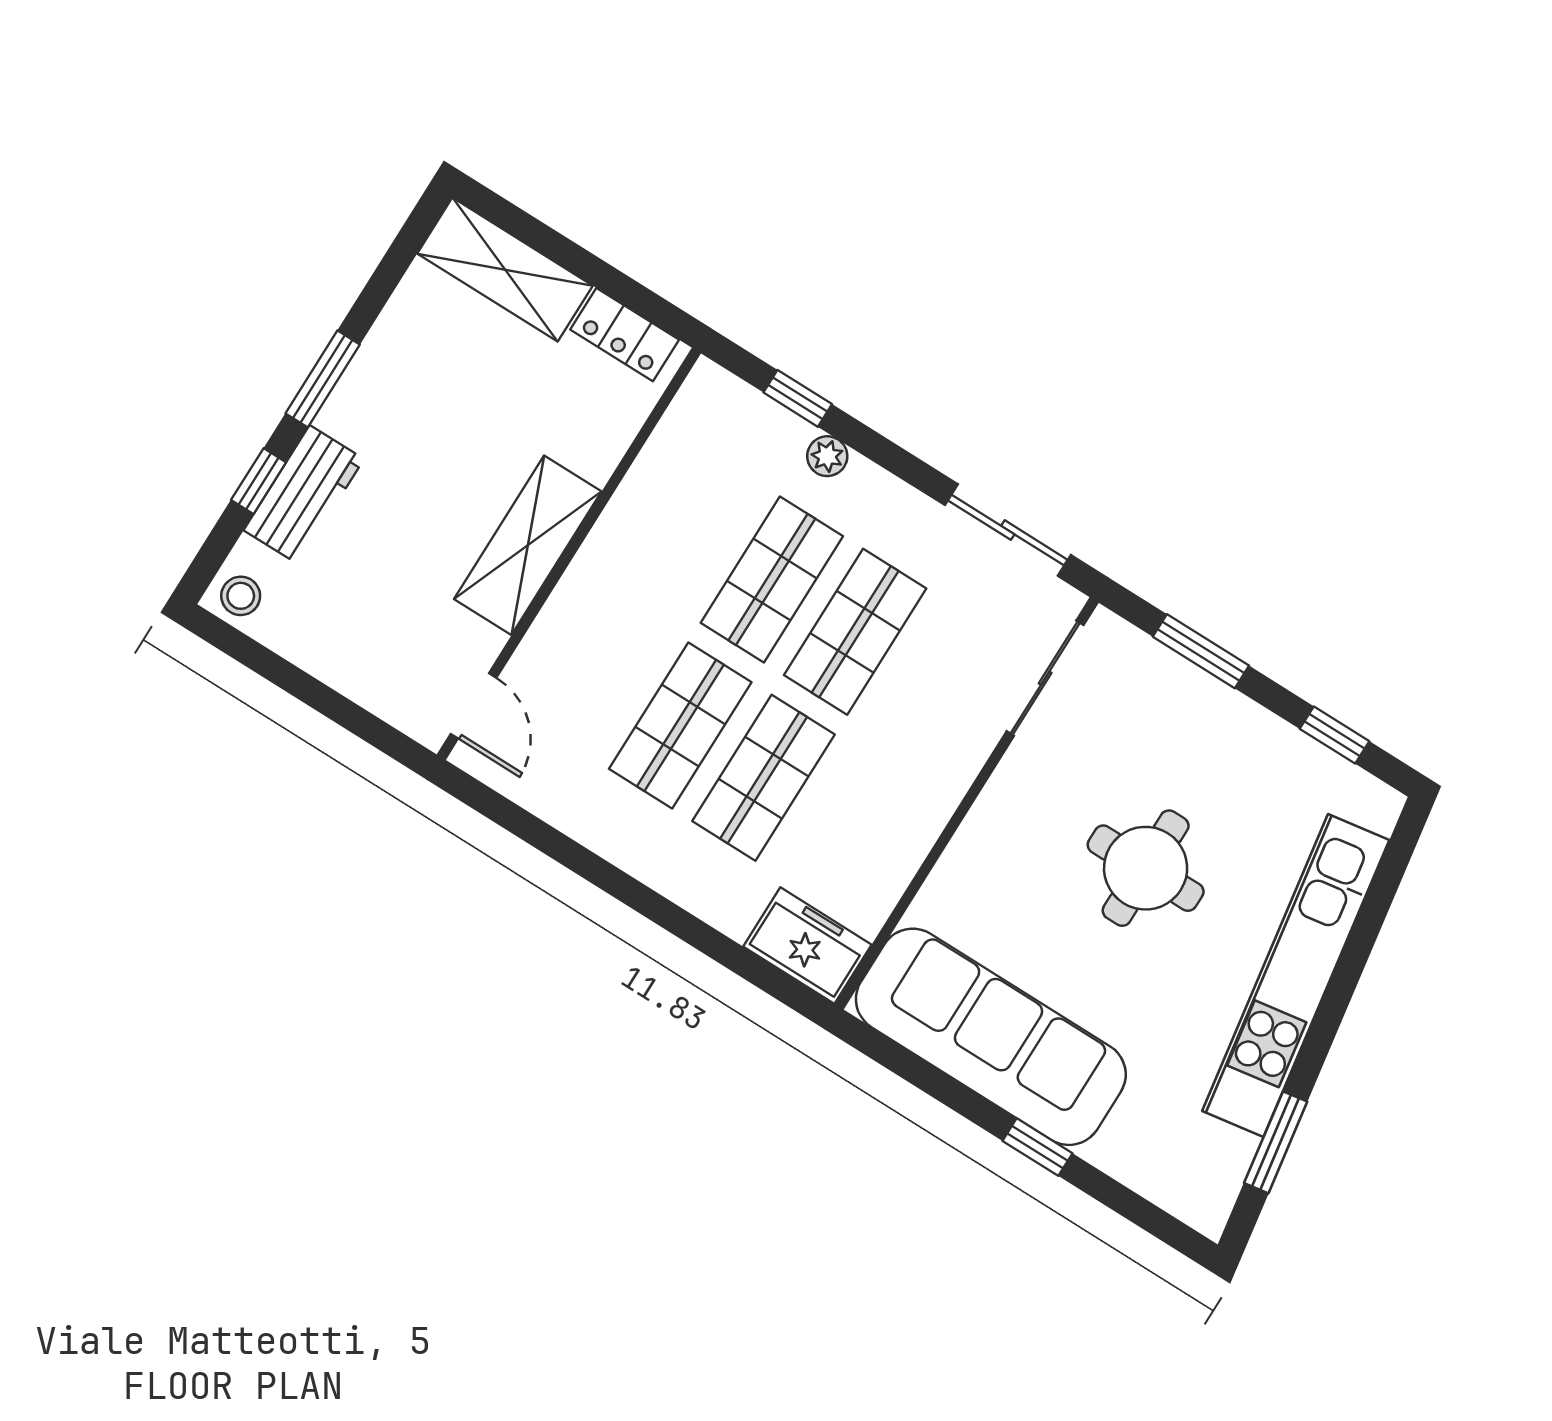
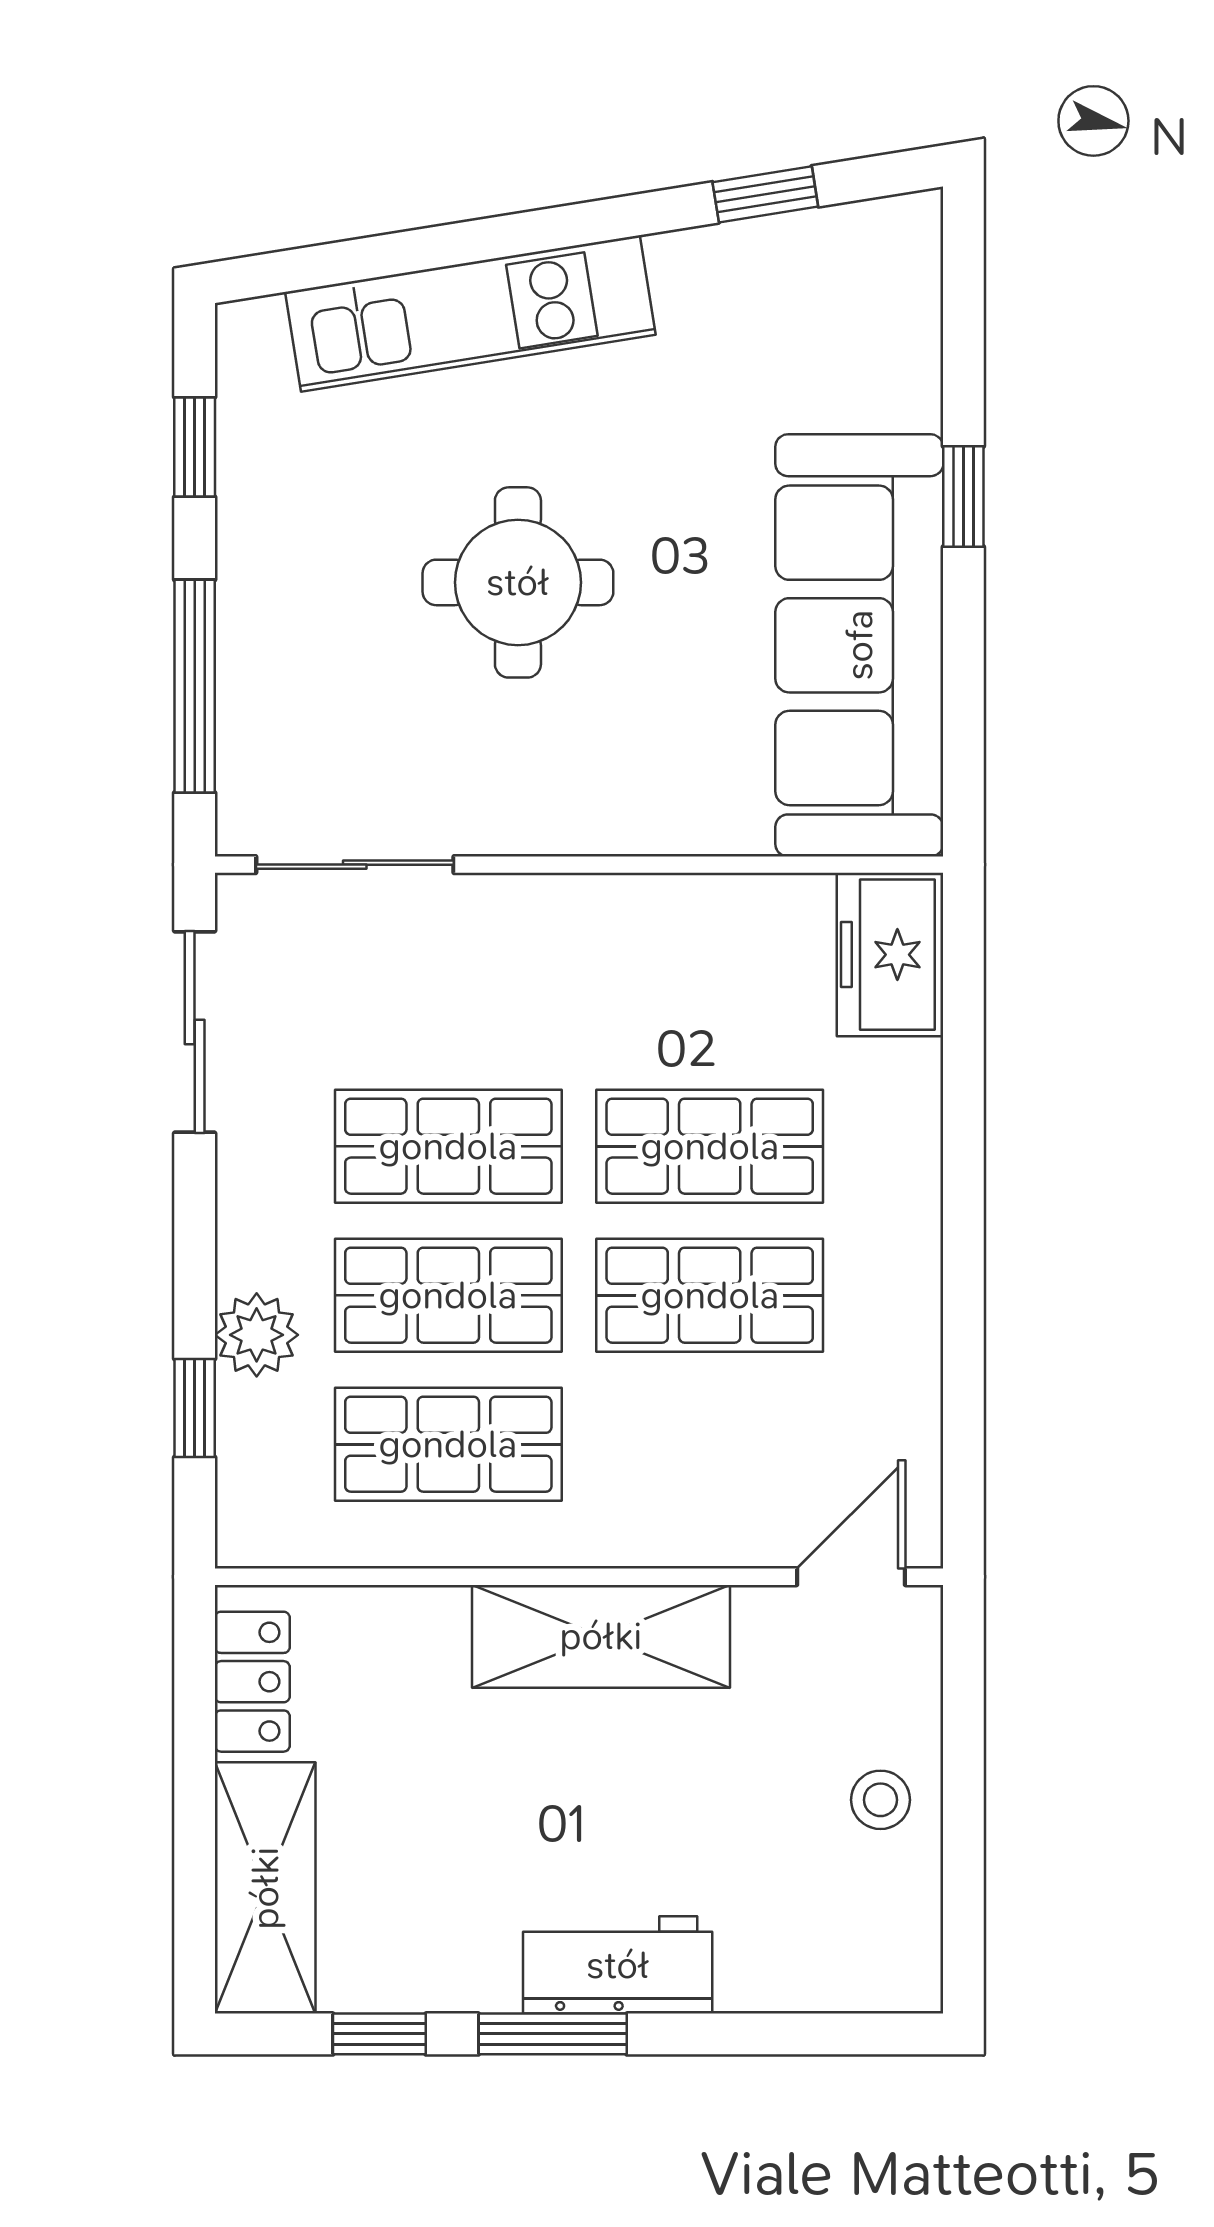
plant: (827, 456) -> (257, 1335), width x1.38, depth x1.38
window: (259, 481) -> (379, 2034), moved
workbench: (304, 495) -> (618, 1965), moved
shop shelf: (689, 527) -> (448, 1444), added
stool: (241, 596) -> (881, 1800), moved
window: (1201, 651) -> (195, 686), width x1.44
kitchen unit: (1296, 975) -> (470, 313), width x0.73
window: (1276, 1142) -> (765, 194), width x0.67

